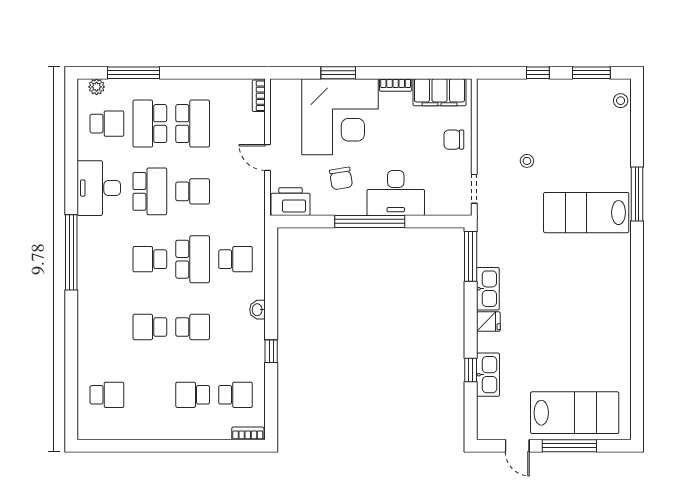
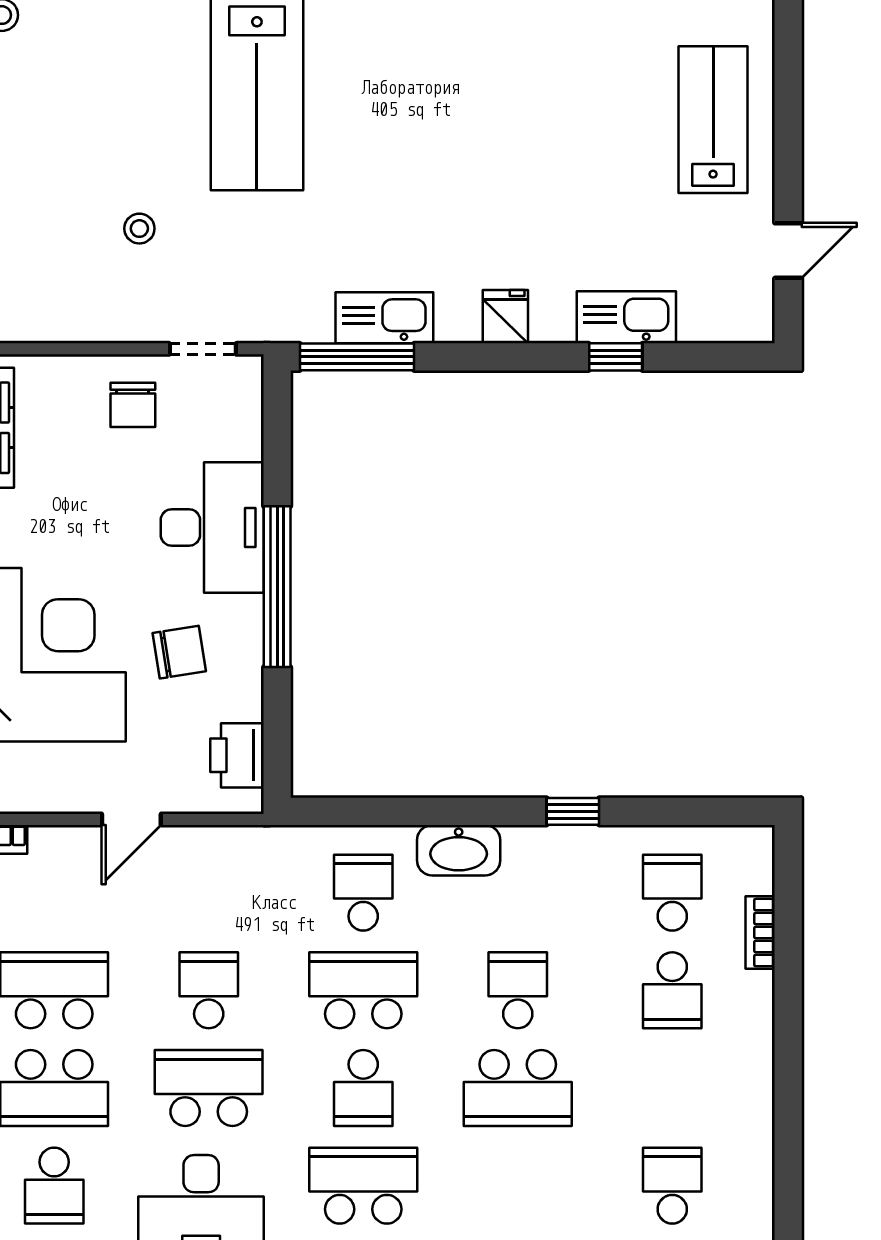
school desk: (107, 124) -> (54, 1186), turned 180
chair: (454, 140) -> (133, 405), moved
printer: (291, 202) -> (237, 755), width x0.73, depth x0.84
school desk: (107, 259) -> (363, 1186), added
kitchen sink: (488, 289) -> (384, 318), moved
washbasin: (258, 310) -> (459, 850), width x1.91, depth x1.45
school desk: (150, 327) -> (518, 1088), width x1.85
lab bench: (575, 413) -> (713, 120), width x0.73, depth x0.72
bookcase: (248, 433) -> (760, 933), moved
window: (569, 446) -> (788, 132), removed

